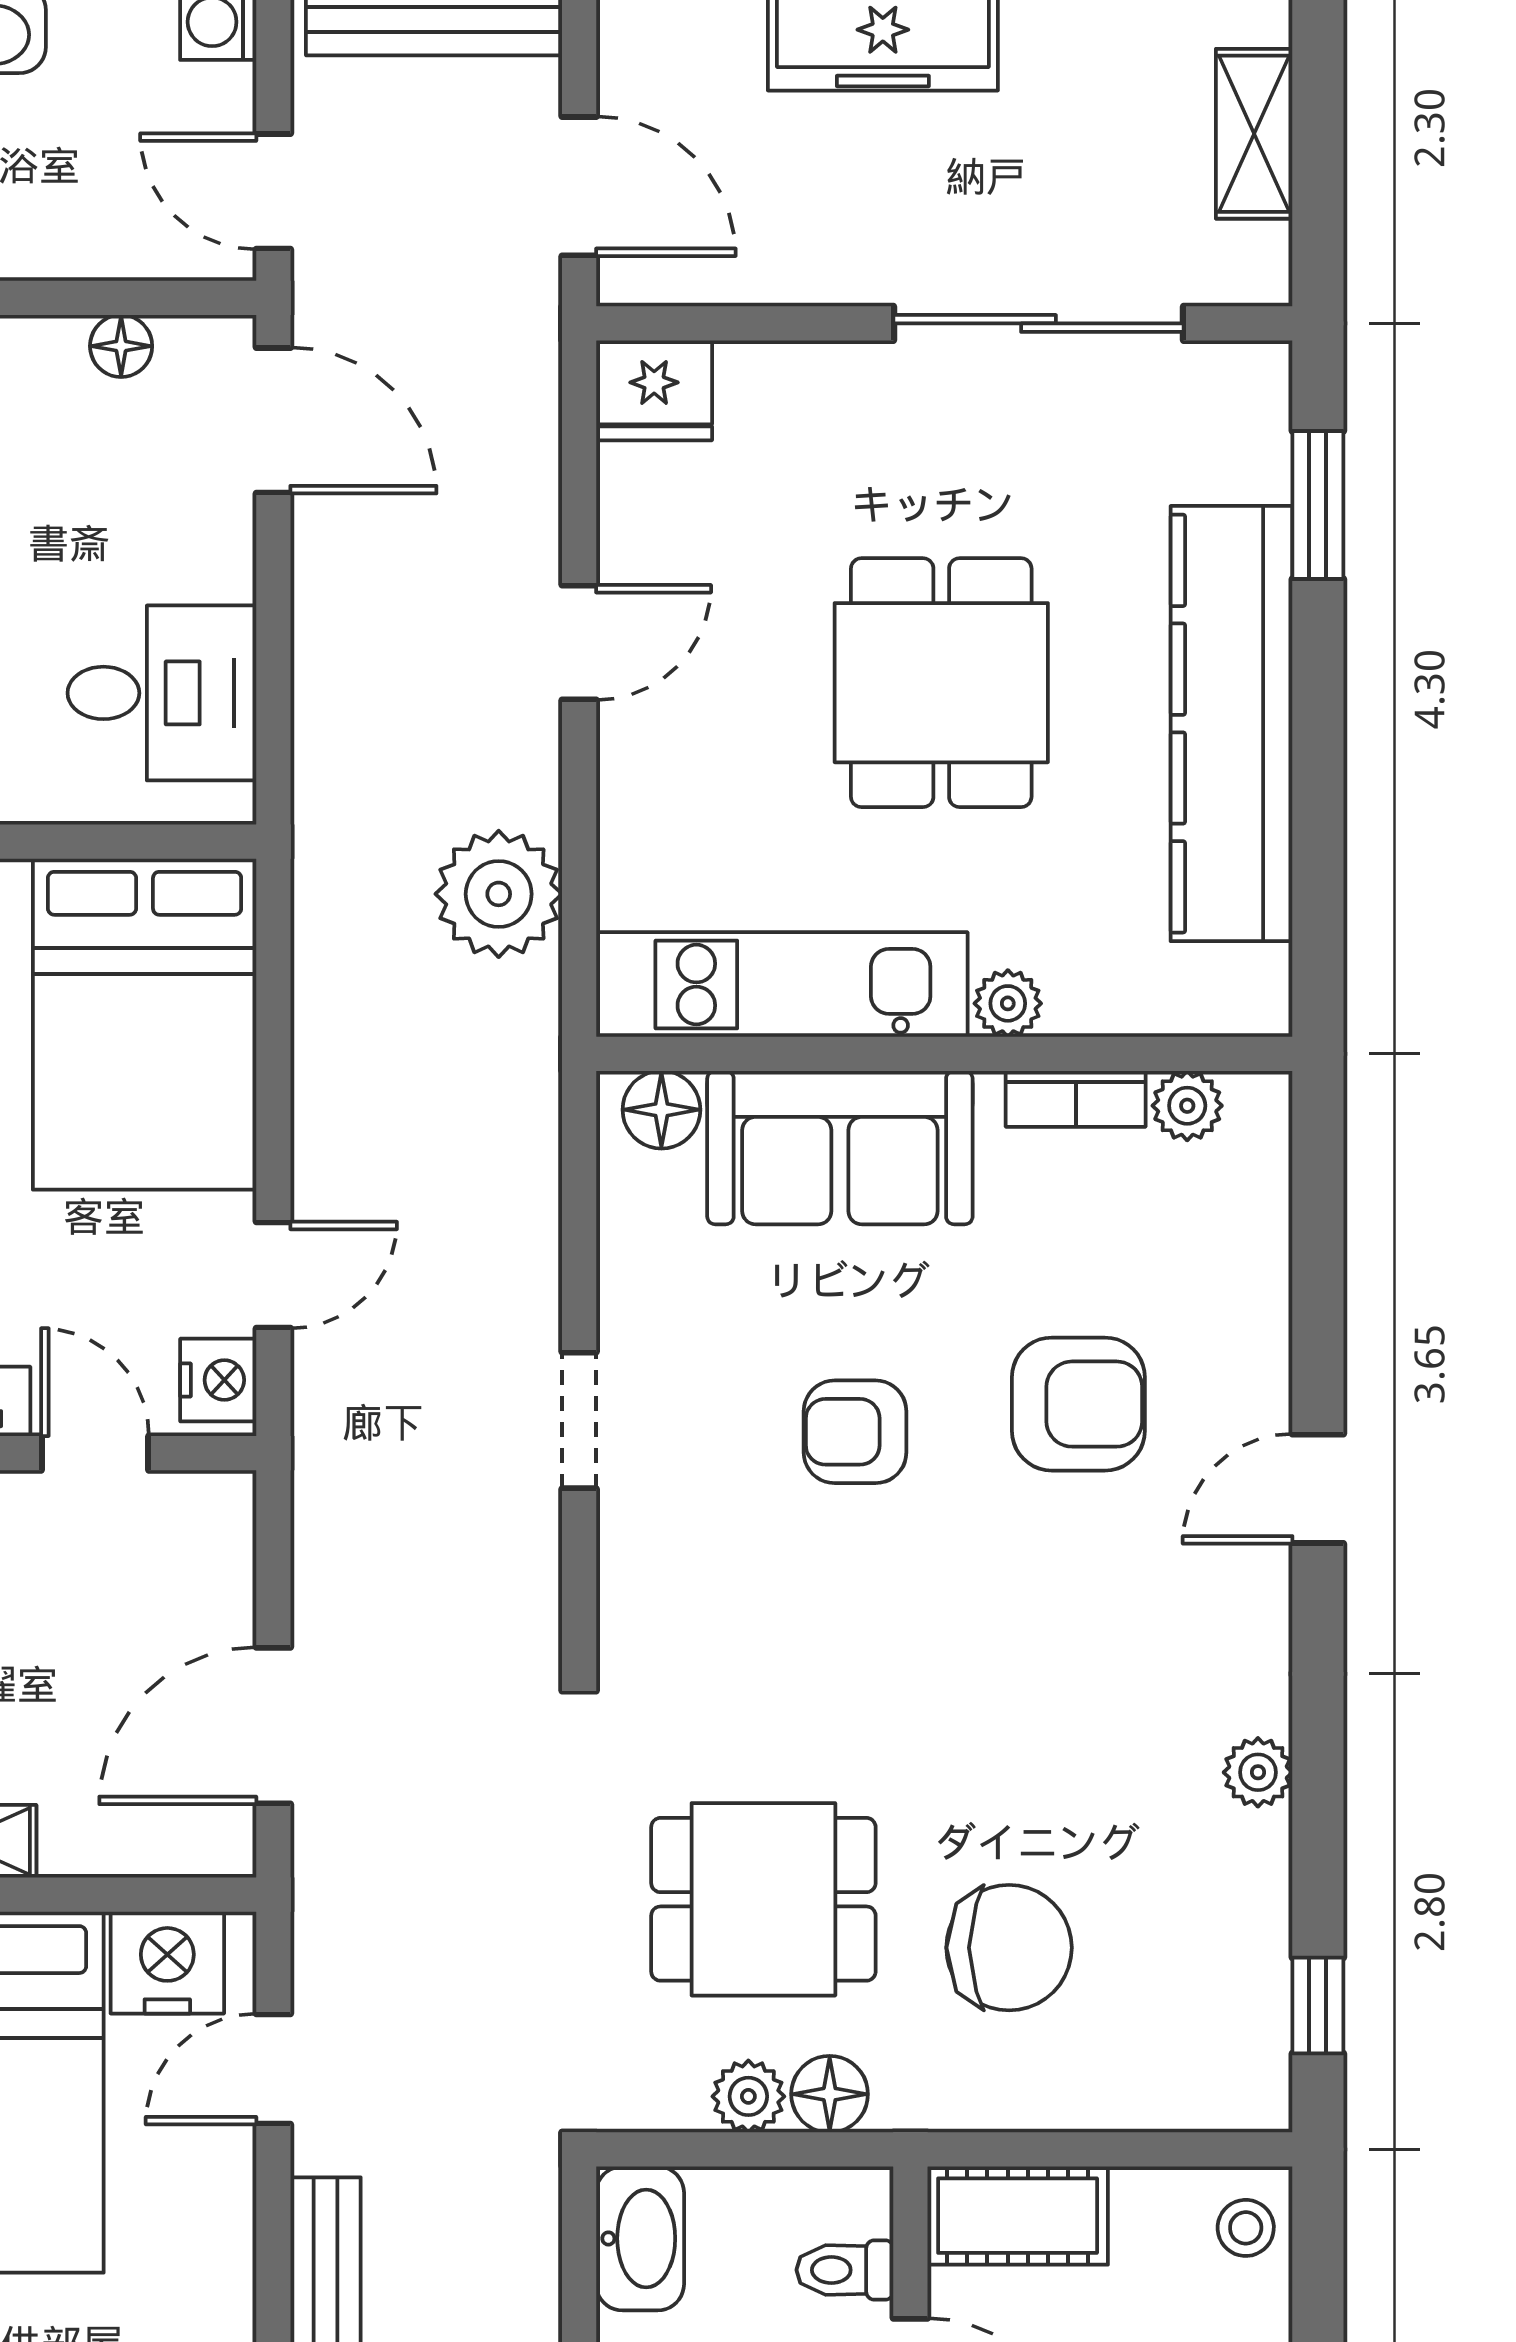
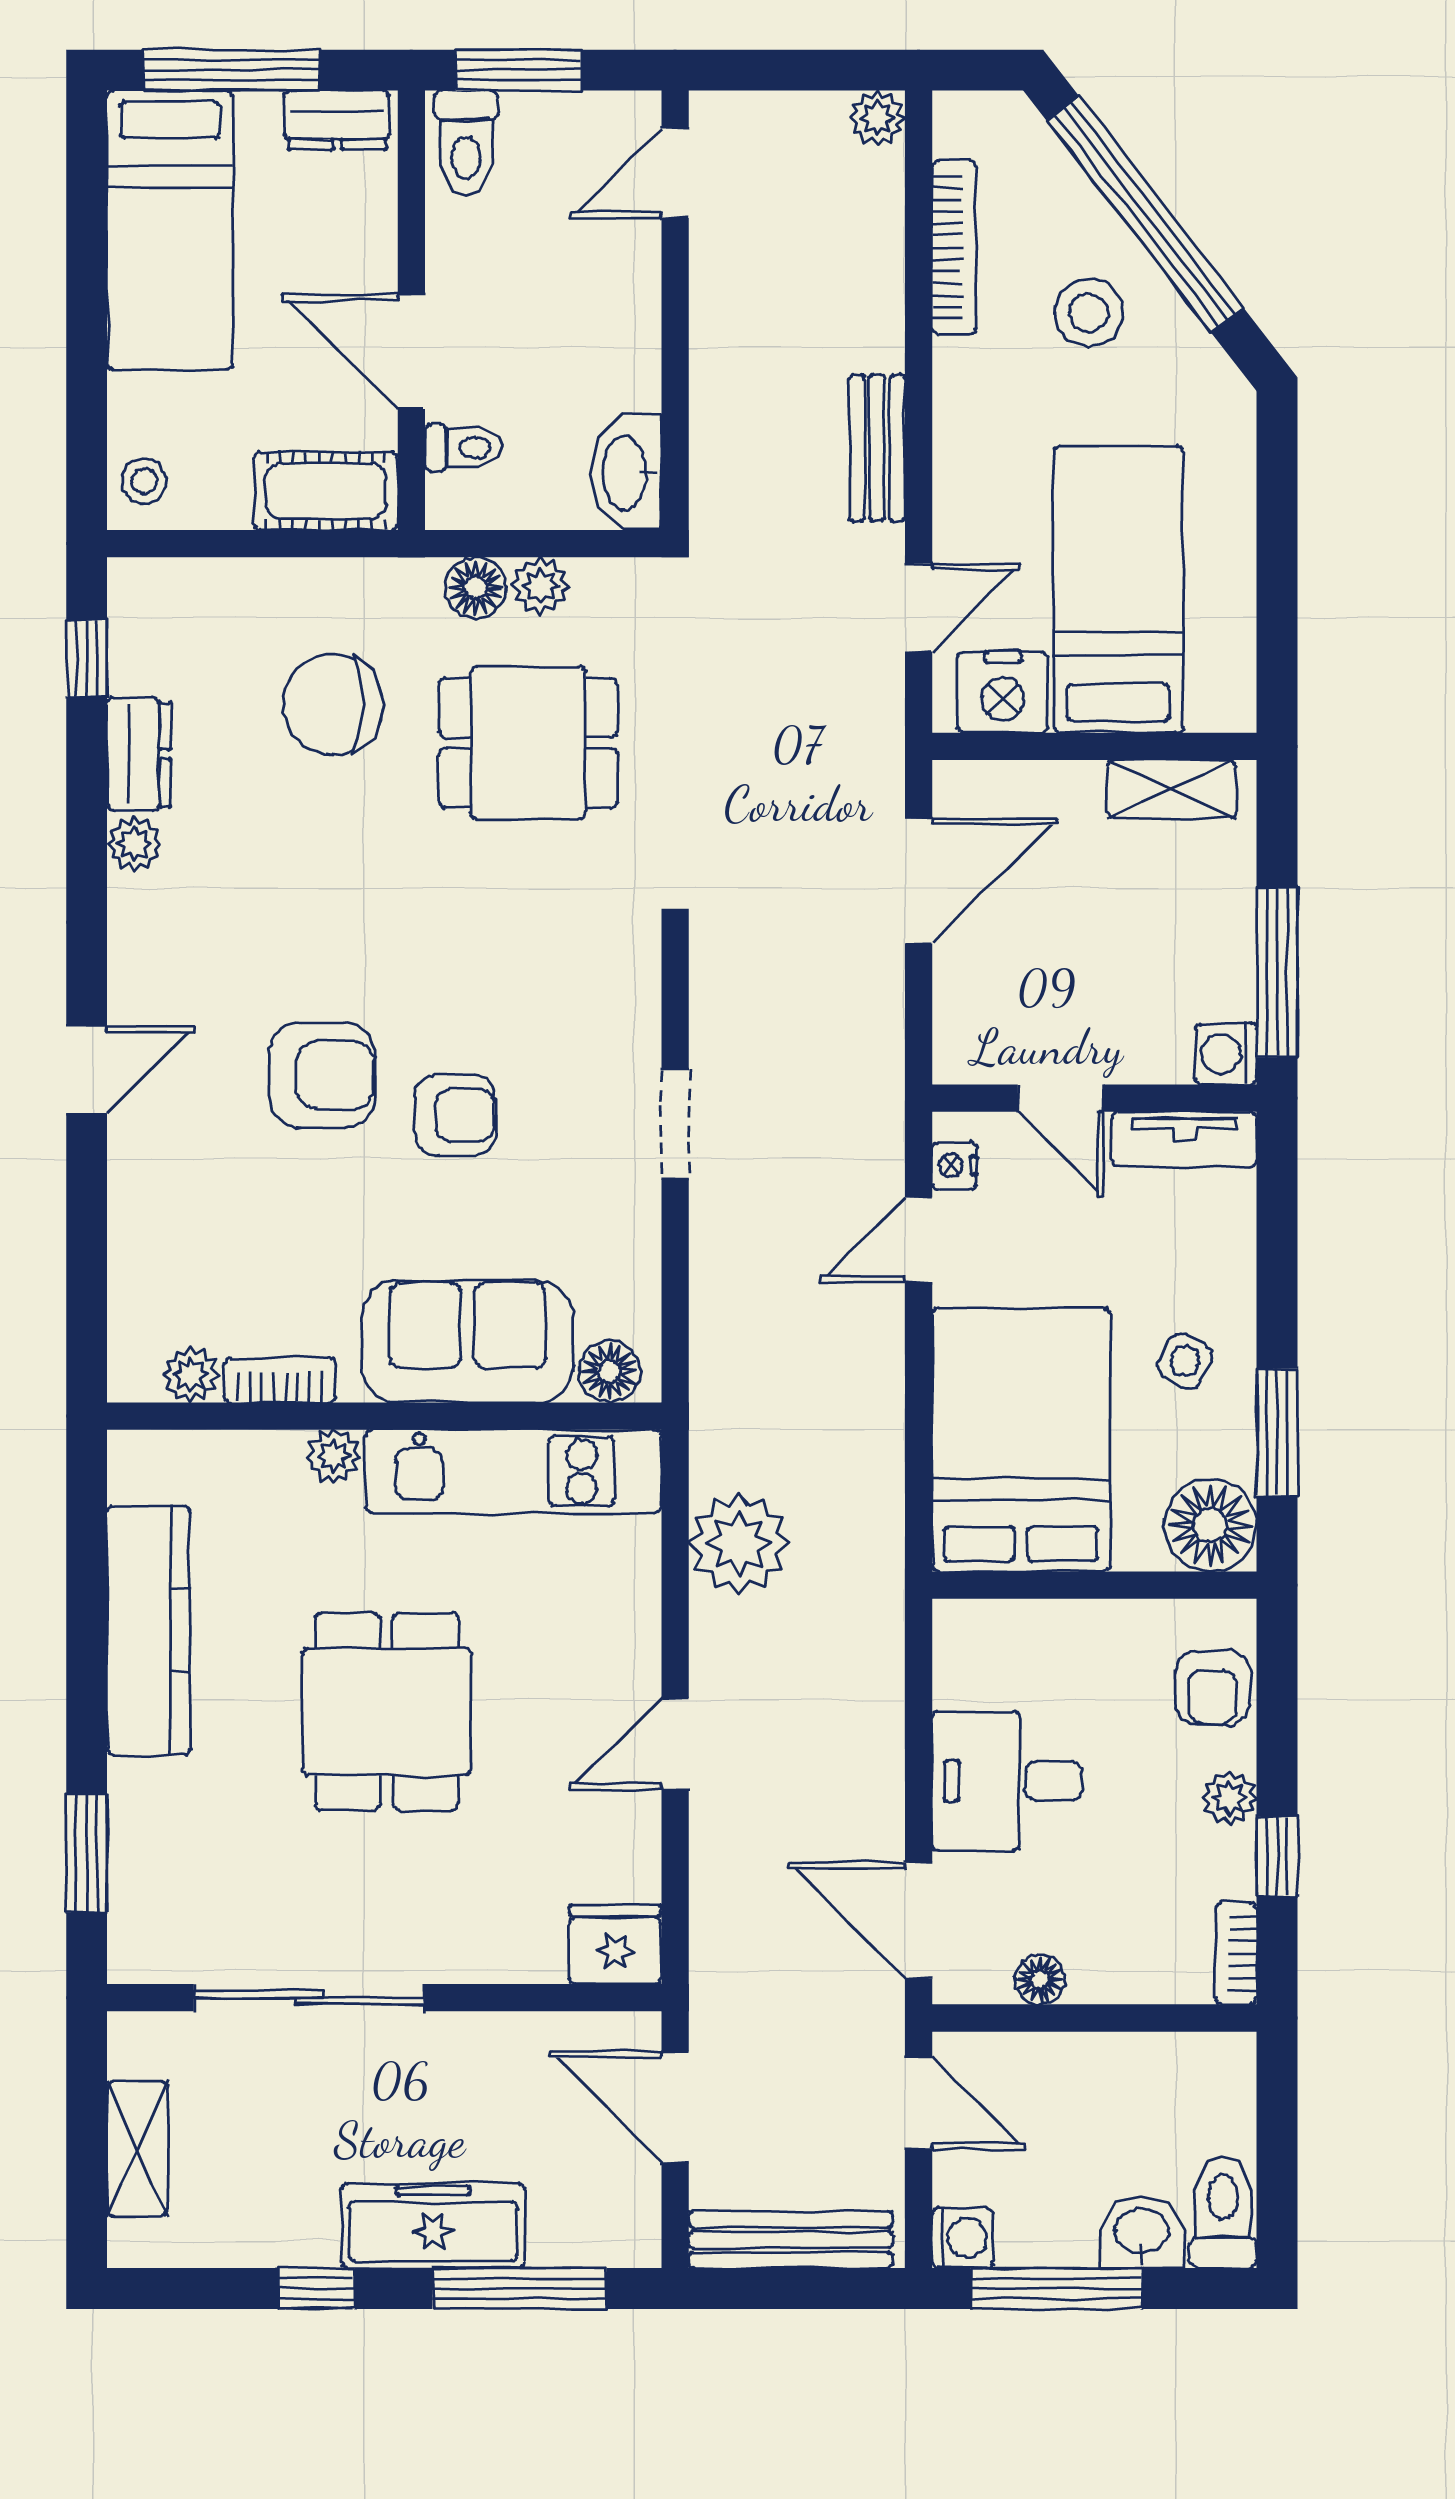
desk: (162, 693) -> (1007, 1781), moved
kitchen counter: (1232, 724) -> (149, 1631), width x0.72, depth x0.86
nightstand: (218, 1380) -> (954, 1166), width x0.72, depth x0.74
armchair: (1078, 1404) -> (322, 1075), moved, turned 180
dresser: (1252, 1885) -> (139, 754), added

